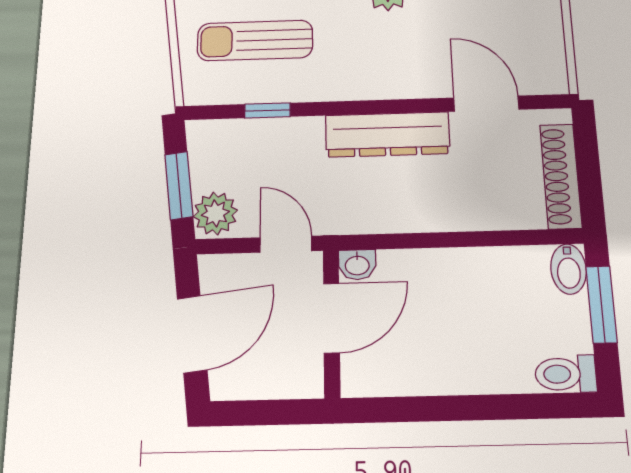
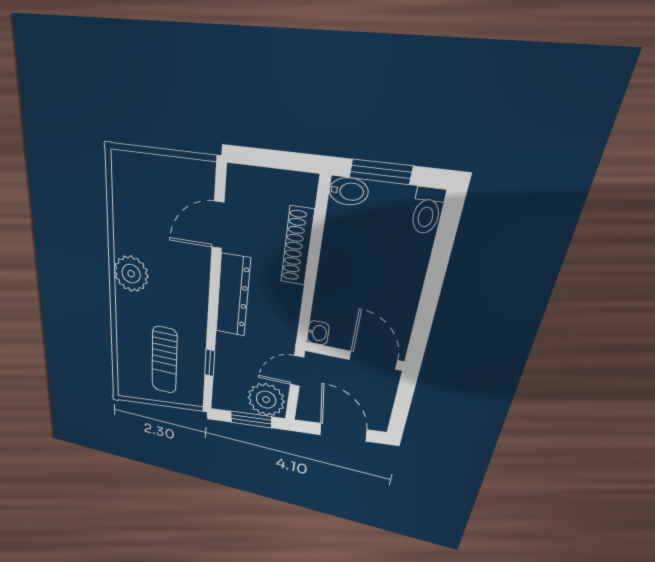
shoe rack: (561, 176) -> (297, 246), moved, turned 90
plant: (215, 213) -> (266, 400), width x1.36, depth x1.36
door: (332, 318) -> (373, 360), moved

